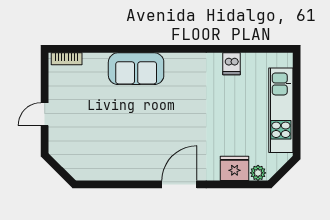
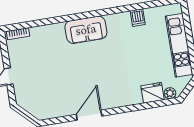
sofa: (136, 69) -> (86, 30), moved
door: (179, 184) -> (89, 115), moved

